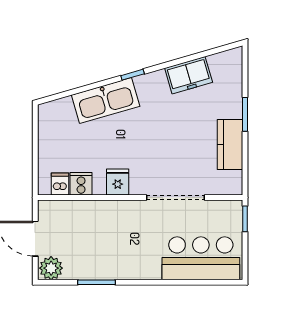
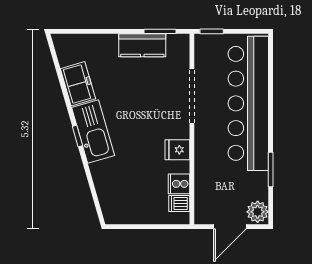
kitchen sink: (106, 101) -> (93, 132), moved
window: (245, 114) -> (160, 31), moved
bar counter: (201, 258) -> (248, 103), width x1.86

